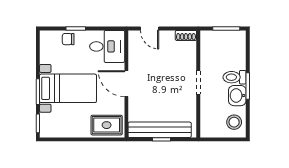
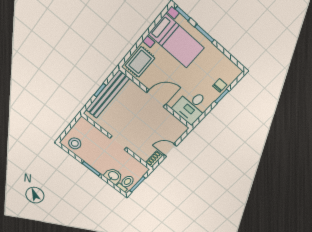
door: (150, 28) -> (170, 150), moved
toilet: (235, 77) -> (126, 183), moved
bed with nightstands: (68, 88) -> (176, 41), moved, turned -90
washbasin: (237, 96) -> (113, 176), moved

